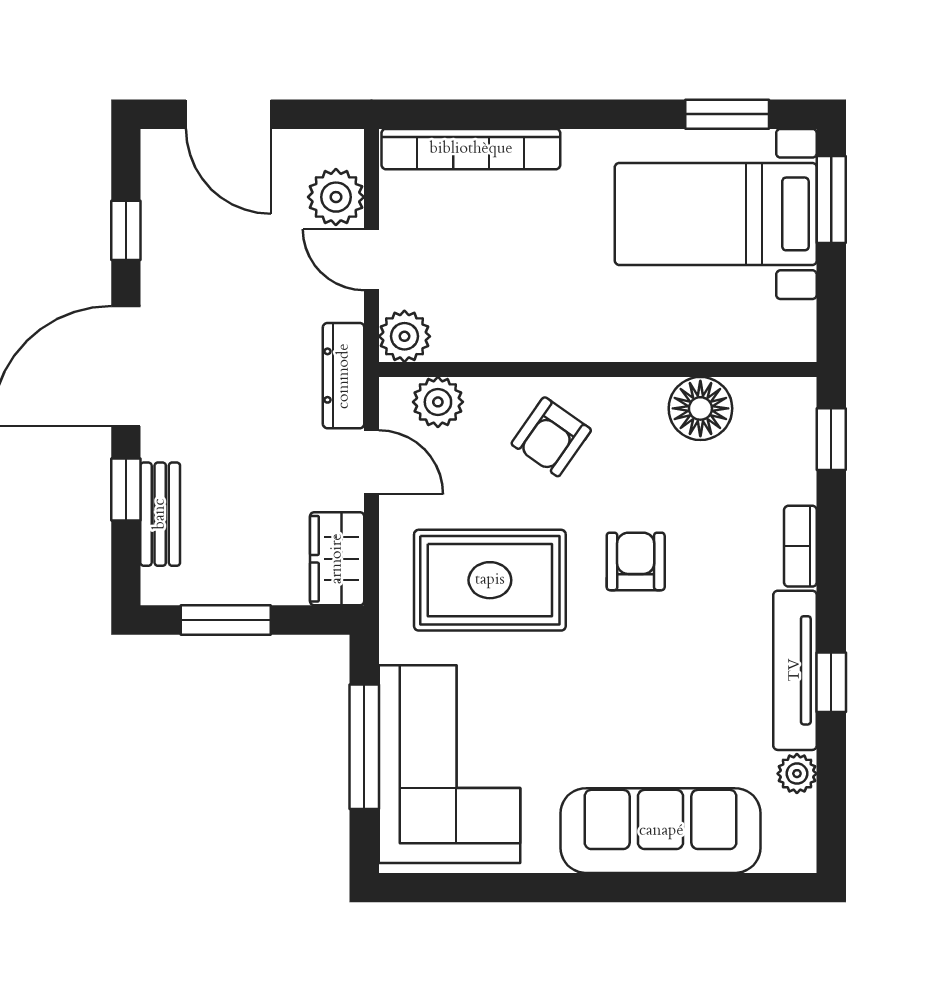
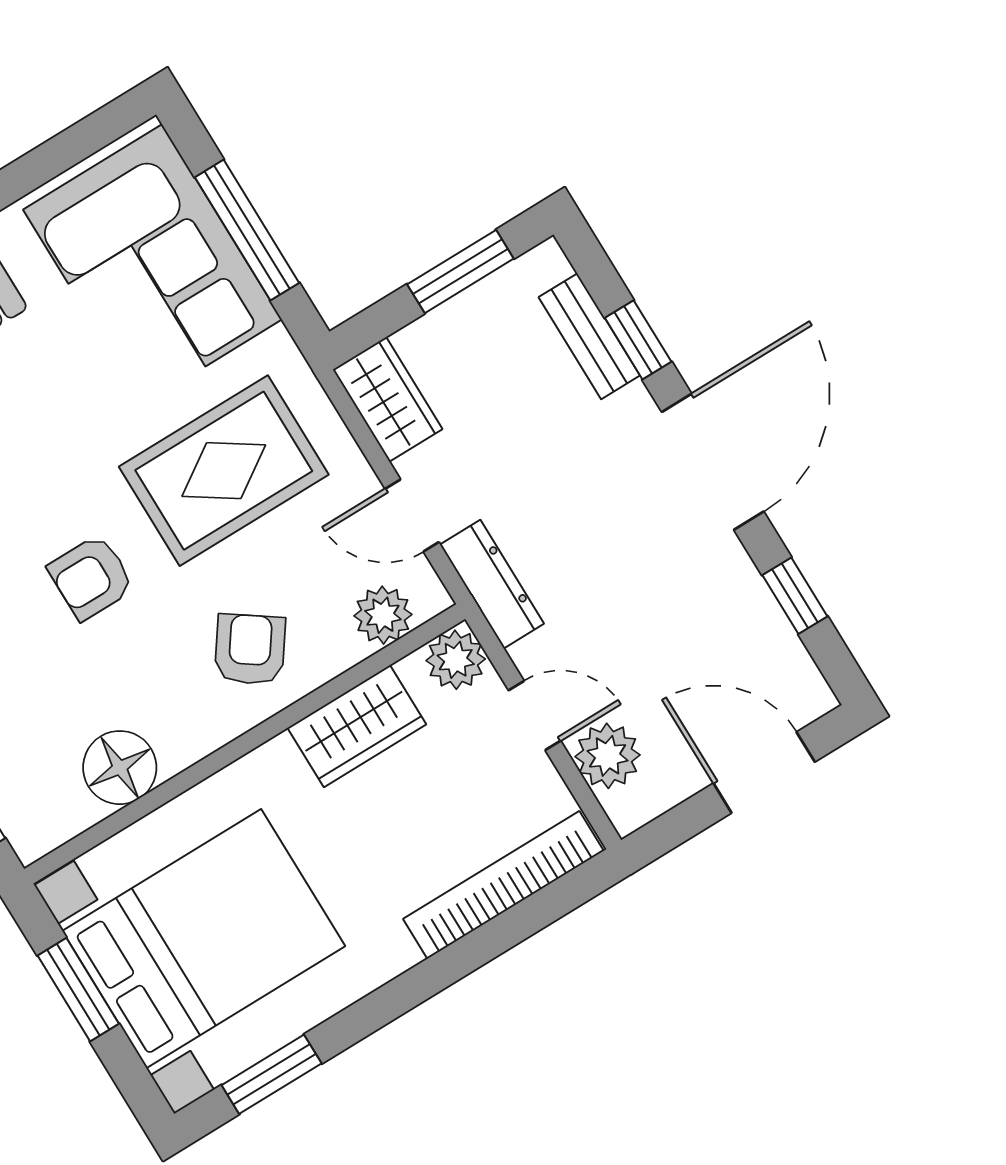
window: (831, 199) -> (78, 990), moved
bed with nightstands: (716, 214) -> (204, 939), width x1.36
wardrobe: (507, 332) -> (357, 726), added
armchair: (636, 561) -> (91, 577), turned 90

